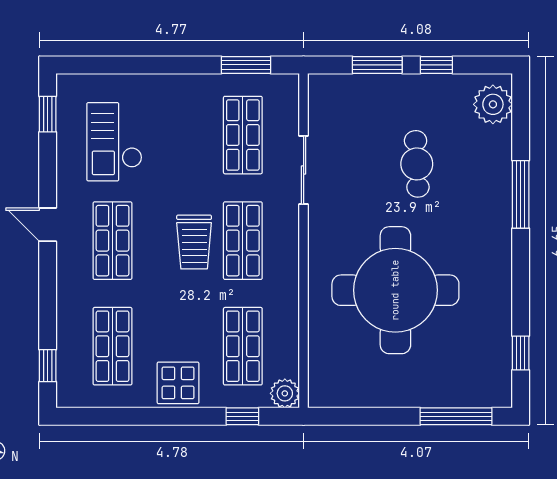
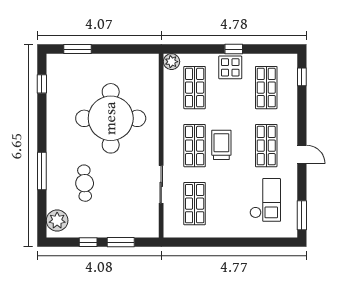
window: (246, 65) -> (193, 242), removed
window: (48, 114) -> (302, 215), width x1.50
cafe table: (417, 164) -> (85, 183), moved
window: (242, 416) -> (234, 49), moved
window: (456, 416) -> (77, 49), width x0.69

